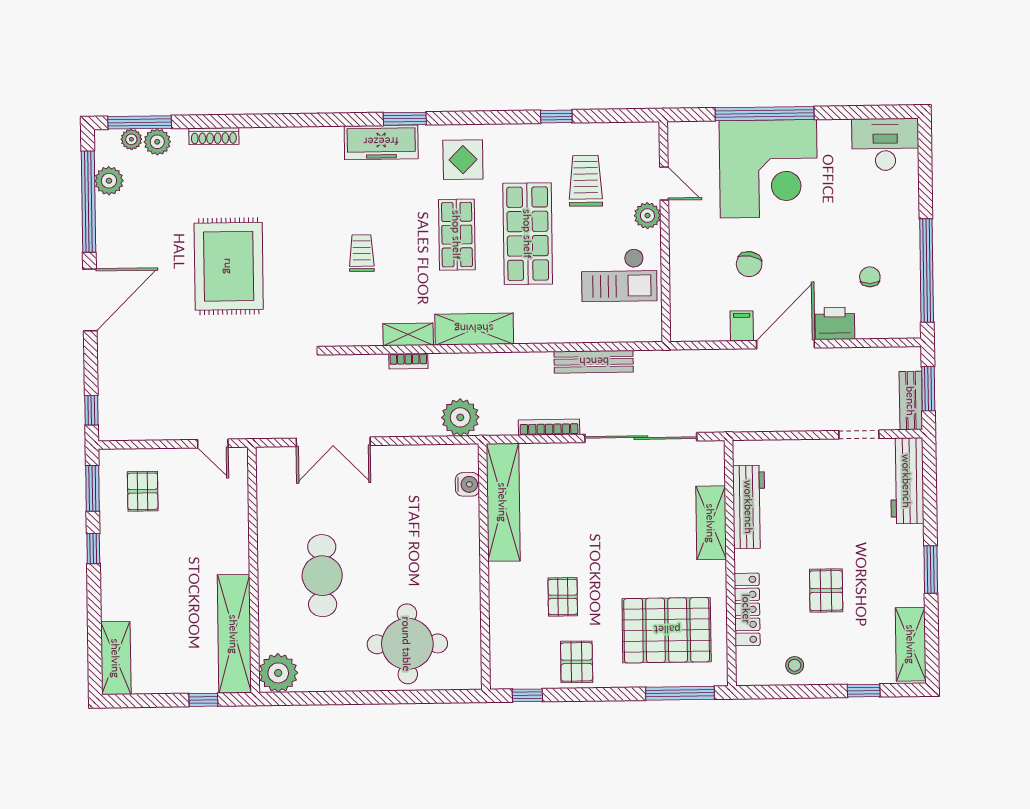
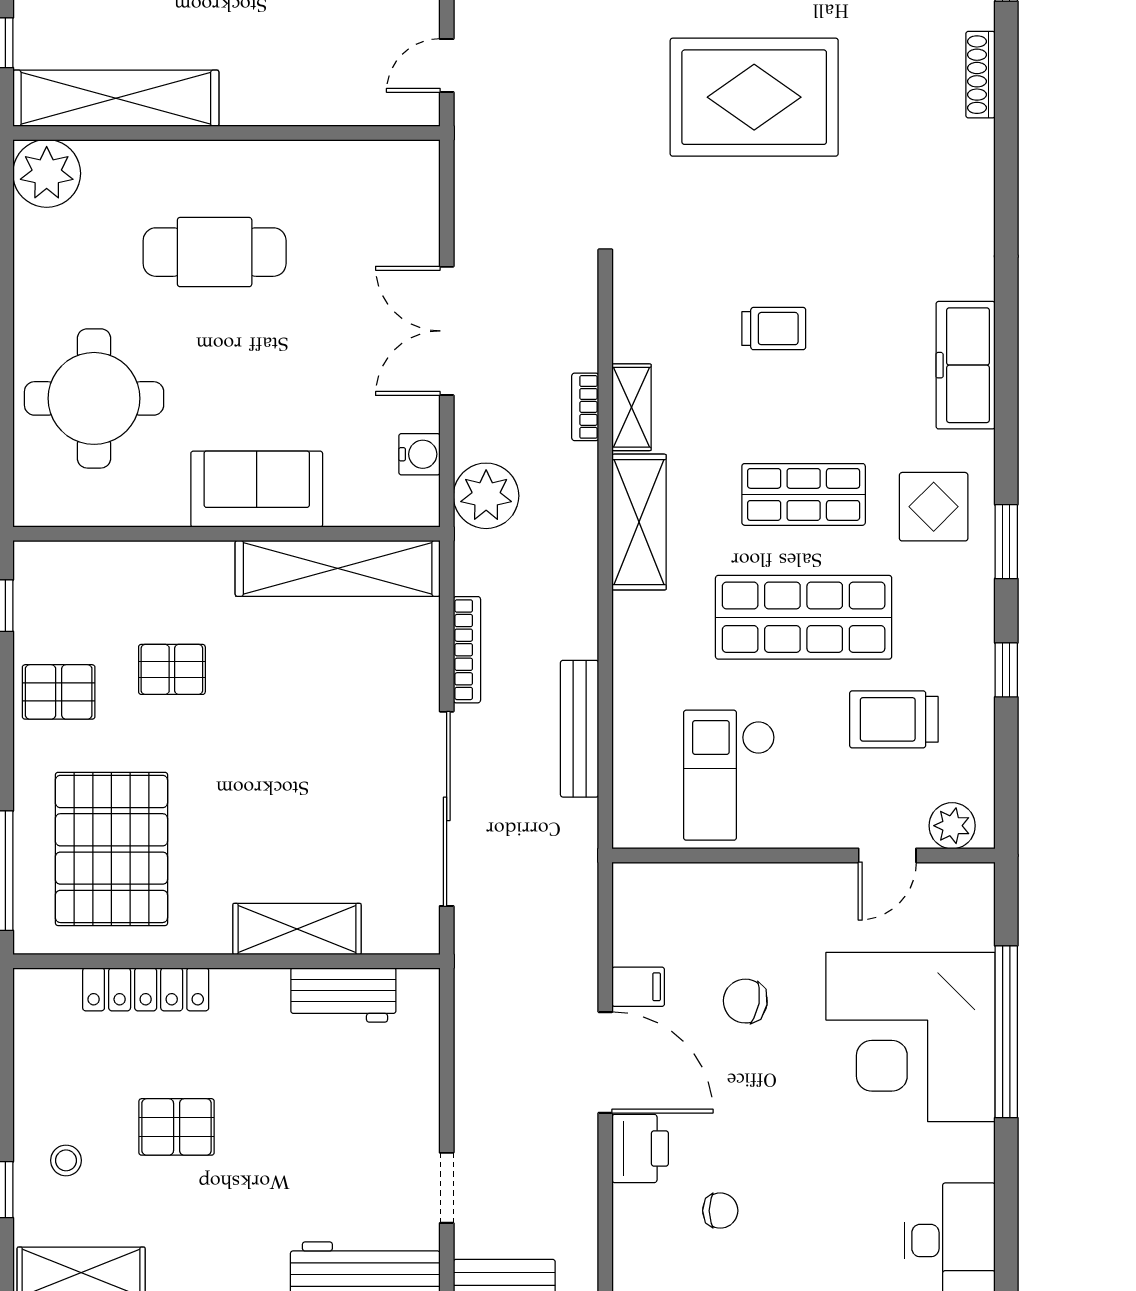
window: (405, 119) -> (1006, 542), moved
trolley: (586, 181) -> (894, 719), turned 180
plant: (647, 216) -> (952, 826), moved
double door: (333, 442) -> (447, 331), moved
water cooler: (467, 484) -> (419, 454), moved, turned -90
workbench: (749, 507) -> (343, 995), width x0.73
sofa: (458, 549) -> (257, 489), added
stool: (795, 665) -> (66, 1160), moved

